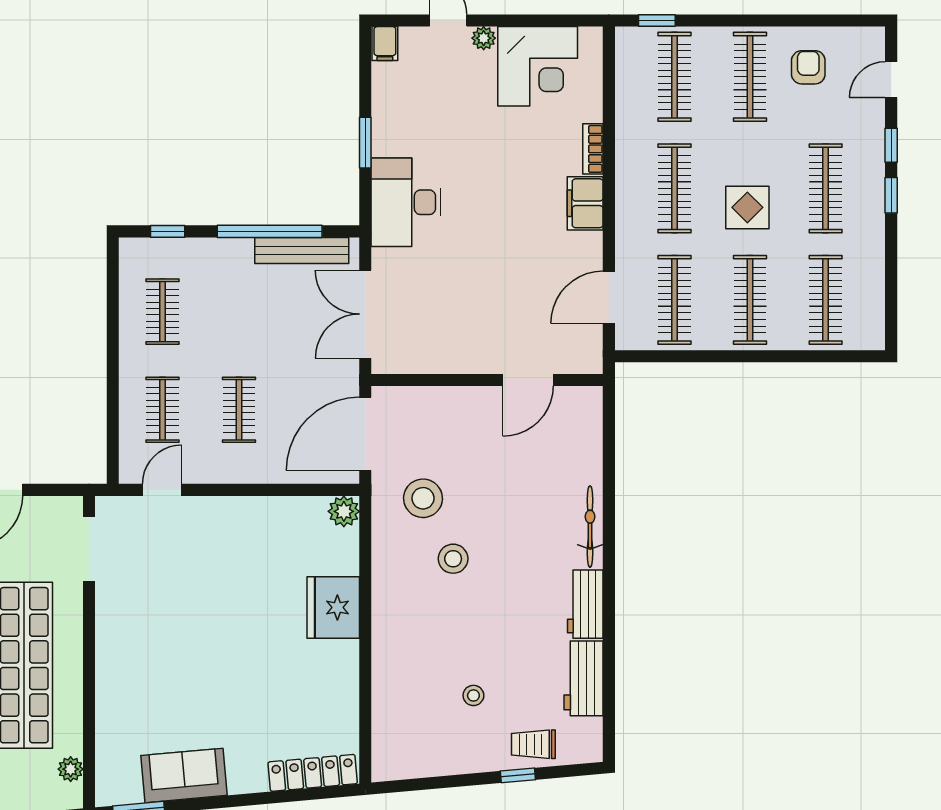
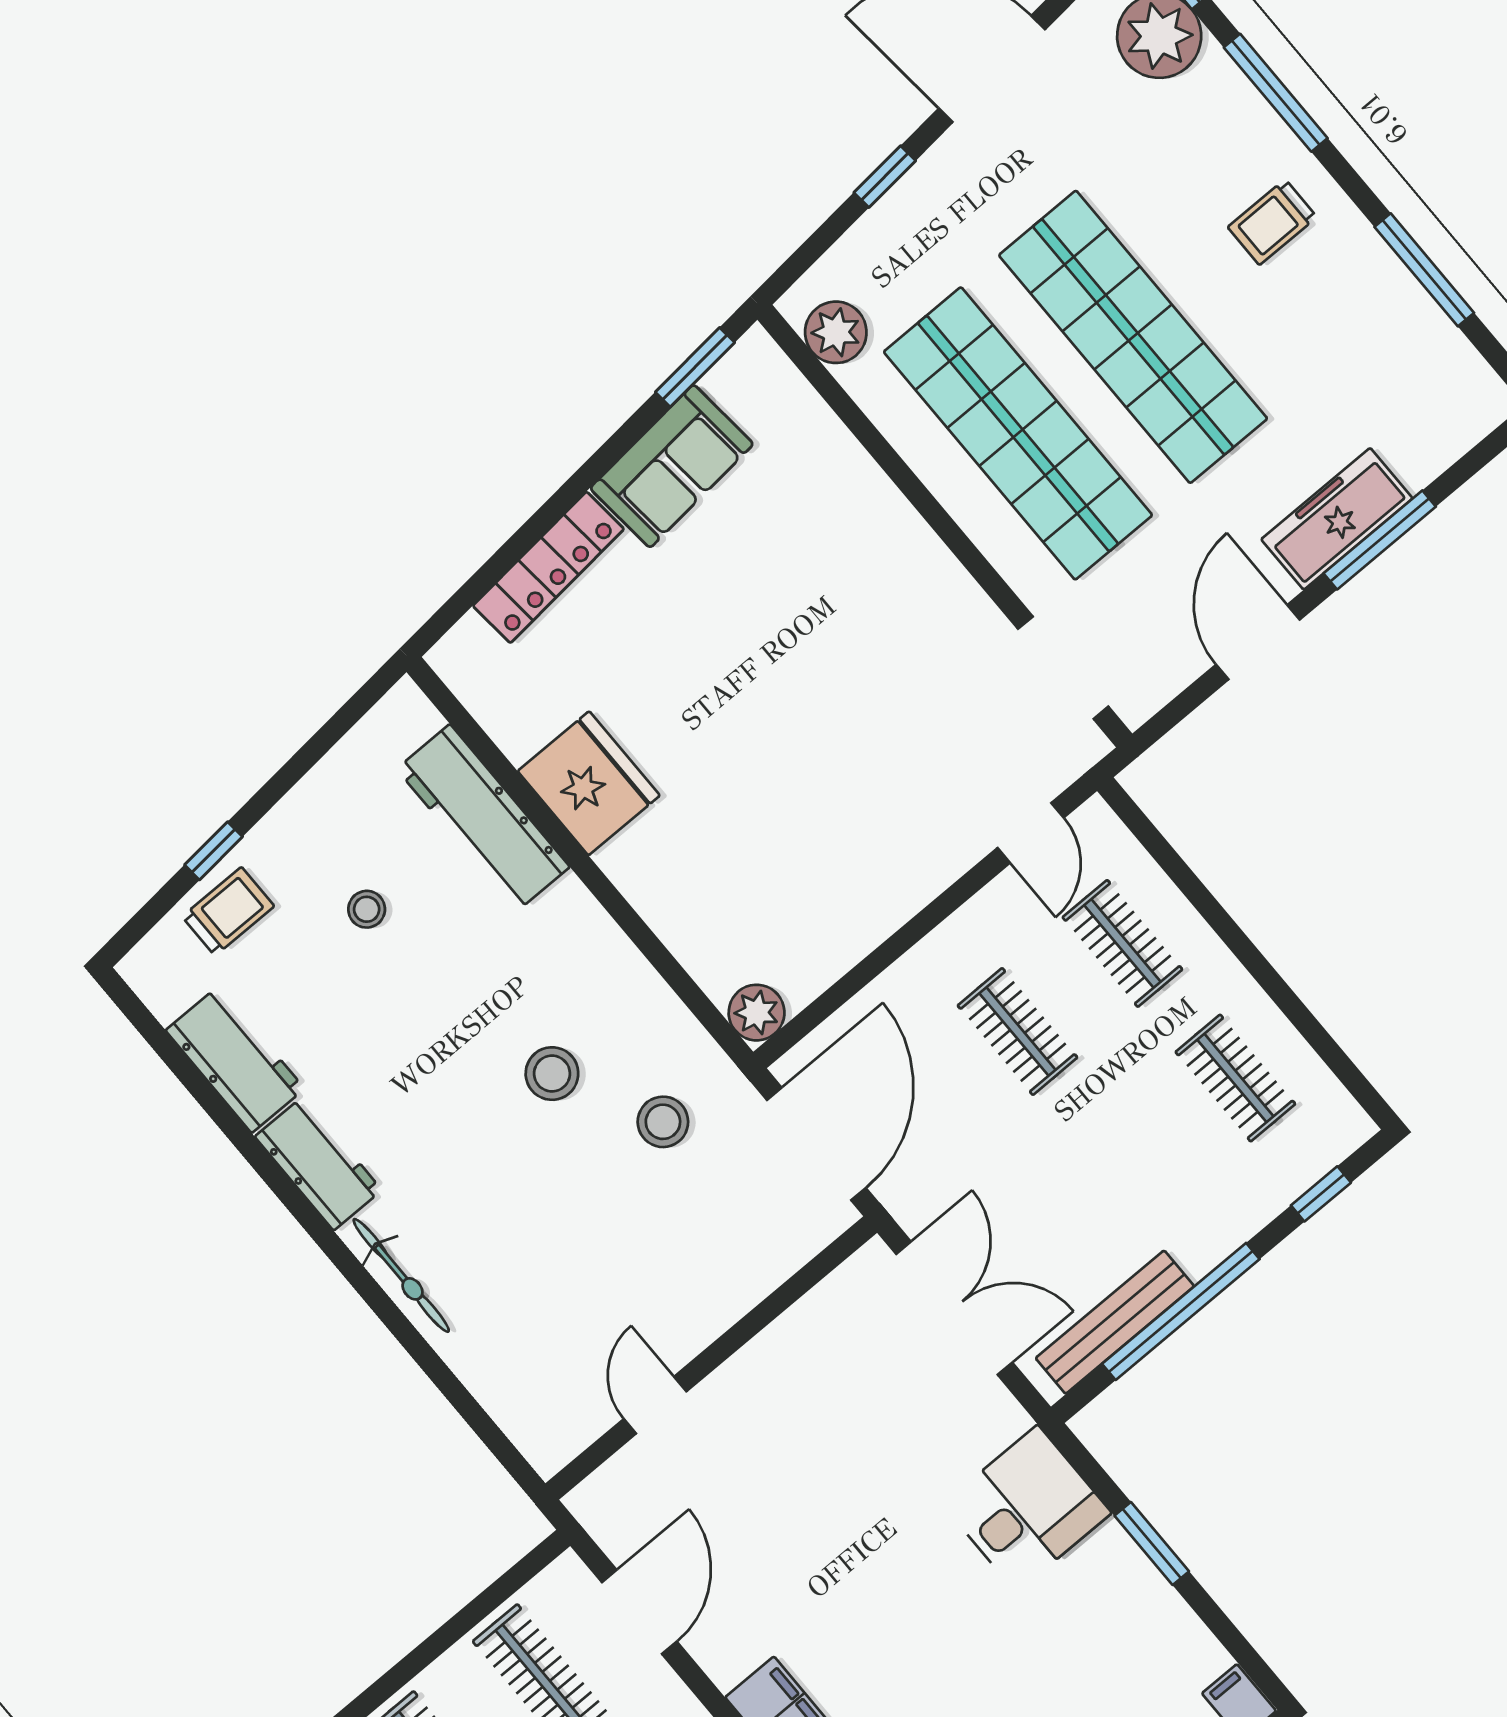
desk: (406, 202) -> (1027, 1509), width x0.73
door: (528, 380) -> (655, 1405), width x0.73
stool: (423, 498) -> (663, 1122), width x0.73, depth x0.73
fridge: (333, 607) -> (589, 783), moved
workbench: (391, 693) -> (483, 818), added
plant: (71, 769) -> (836, 332), width x1.38, depth x1.38
locker: (313, 773) -> (548, 567), moved

